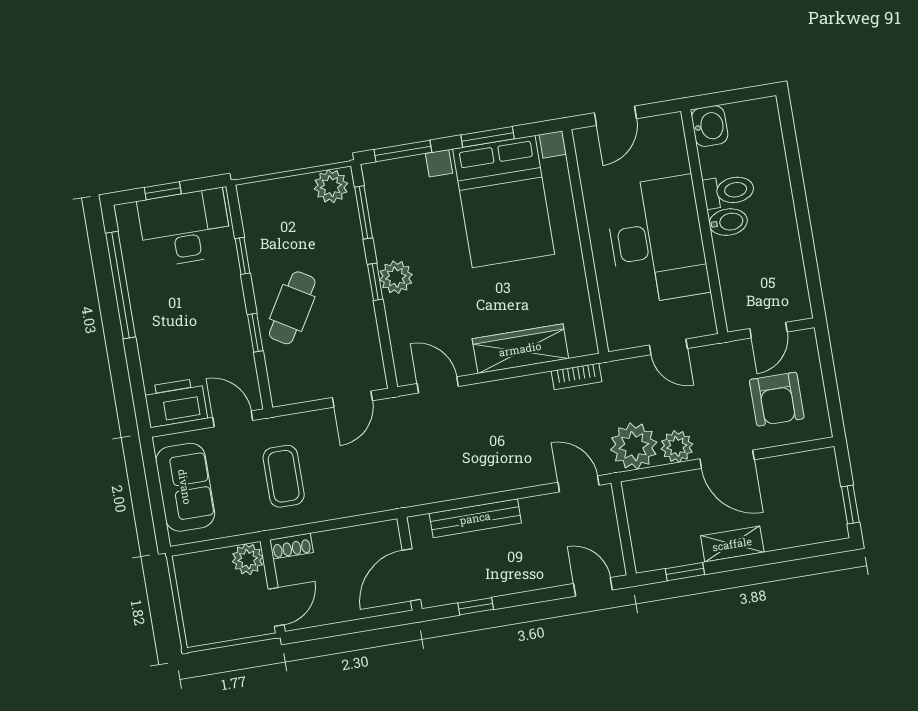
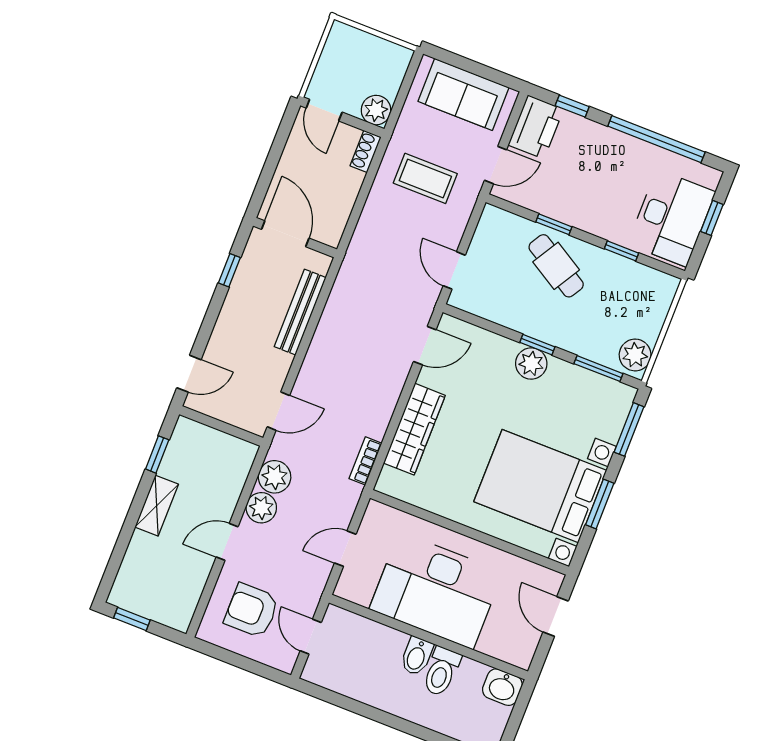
window: (136, 381) -> (572, 106), added
plant: (634, 446) -> (275, 477), width x0.73, depth x0.73
door: (727, 459) -> (227, 542), width x0.73

